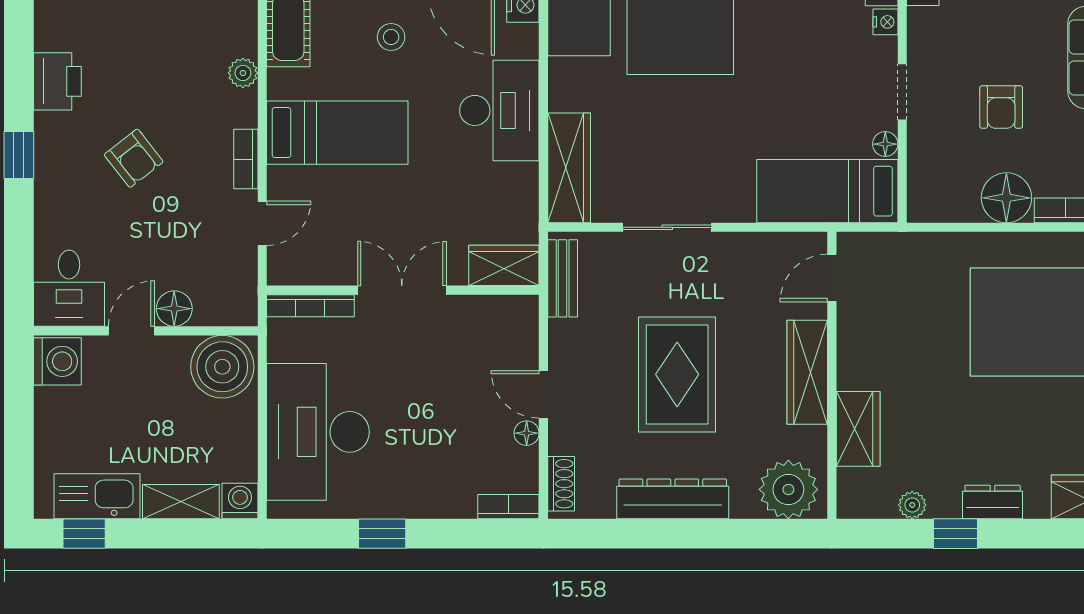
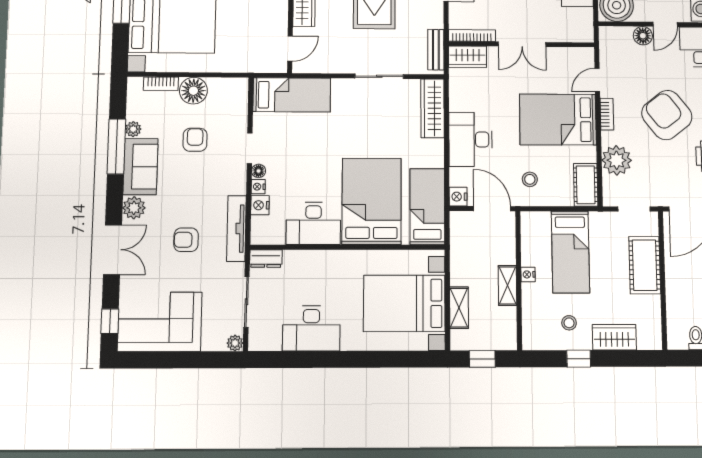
plant: (243, 73) -> (617, 160), width x1.87, depth x1.87
bed: (337, 133) -> (558, 120), width x1.50
floor lamp: (885, 144) -> (259, 171), moved
armchair: (134, 158) -> (667, 115), width x1.88, depth x1.88
bookcase: (310, 306) -> (472, 36), moved

